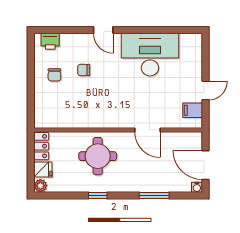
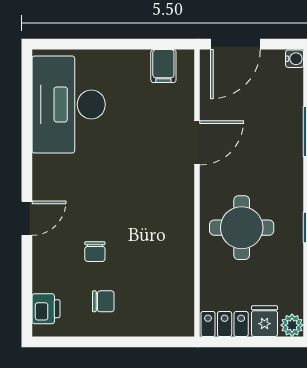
desk: (150, 55) -> (69, 104), moved
door: (205, 91) -> (130, 44), removed
door: (205, 165) -> (235, 44), moved

